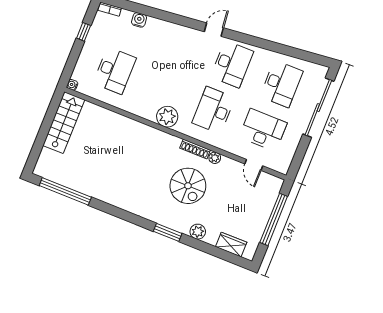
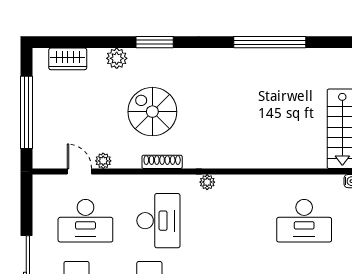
desk: (115, 71) -> (304, 221), turned -90
plant: (167, 117) -> (207, 182), width x0.53, depth x0.53
plant: (215, 158) -> (103, 161), moved
window: (65, 191) -> (270, 42), moved

